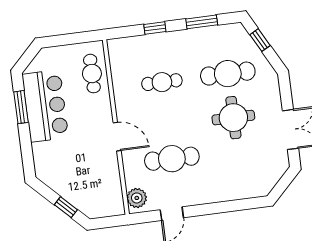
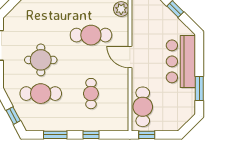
window: (82, 37) -> (147, 135), added
cafe table: (92, 74) -> (143, 107), width x1.37, depth x1.35
cafe table: (162, 82) -> (91, 94), turned 90
bar counter: (45, 106) -> (181, 61), moved

